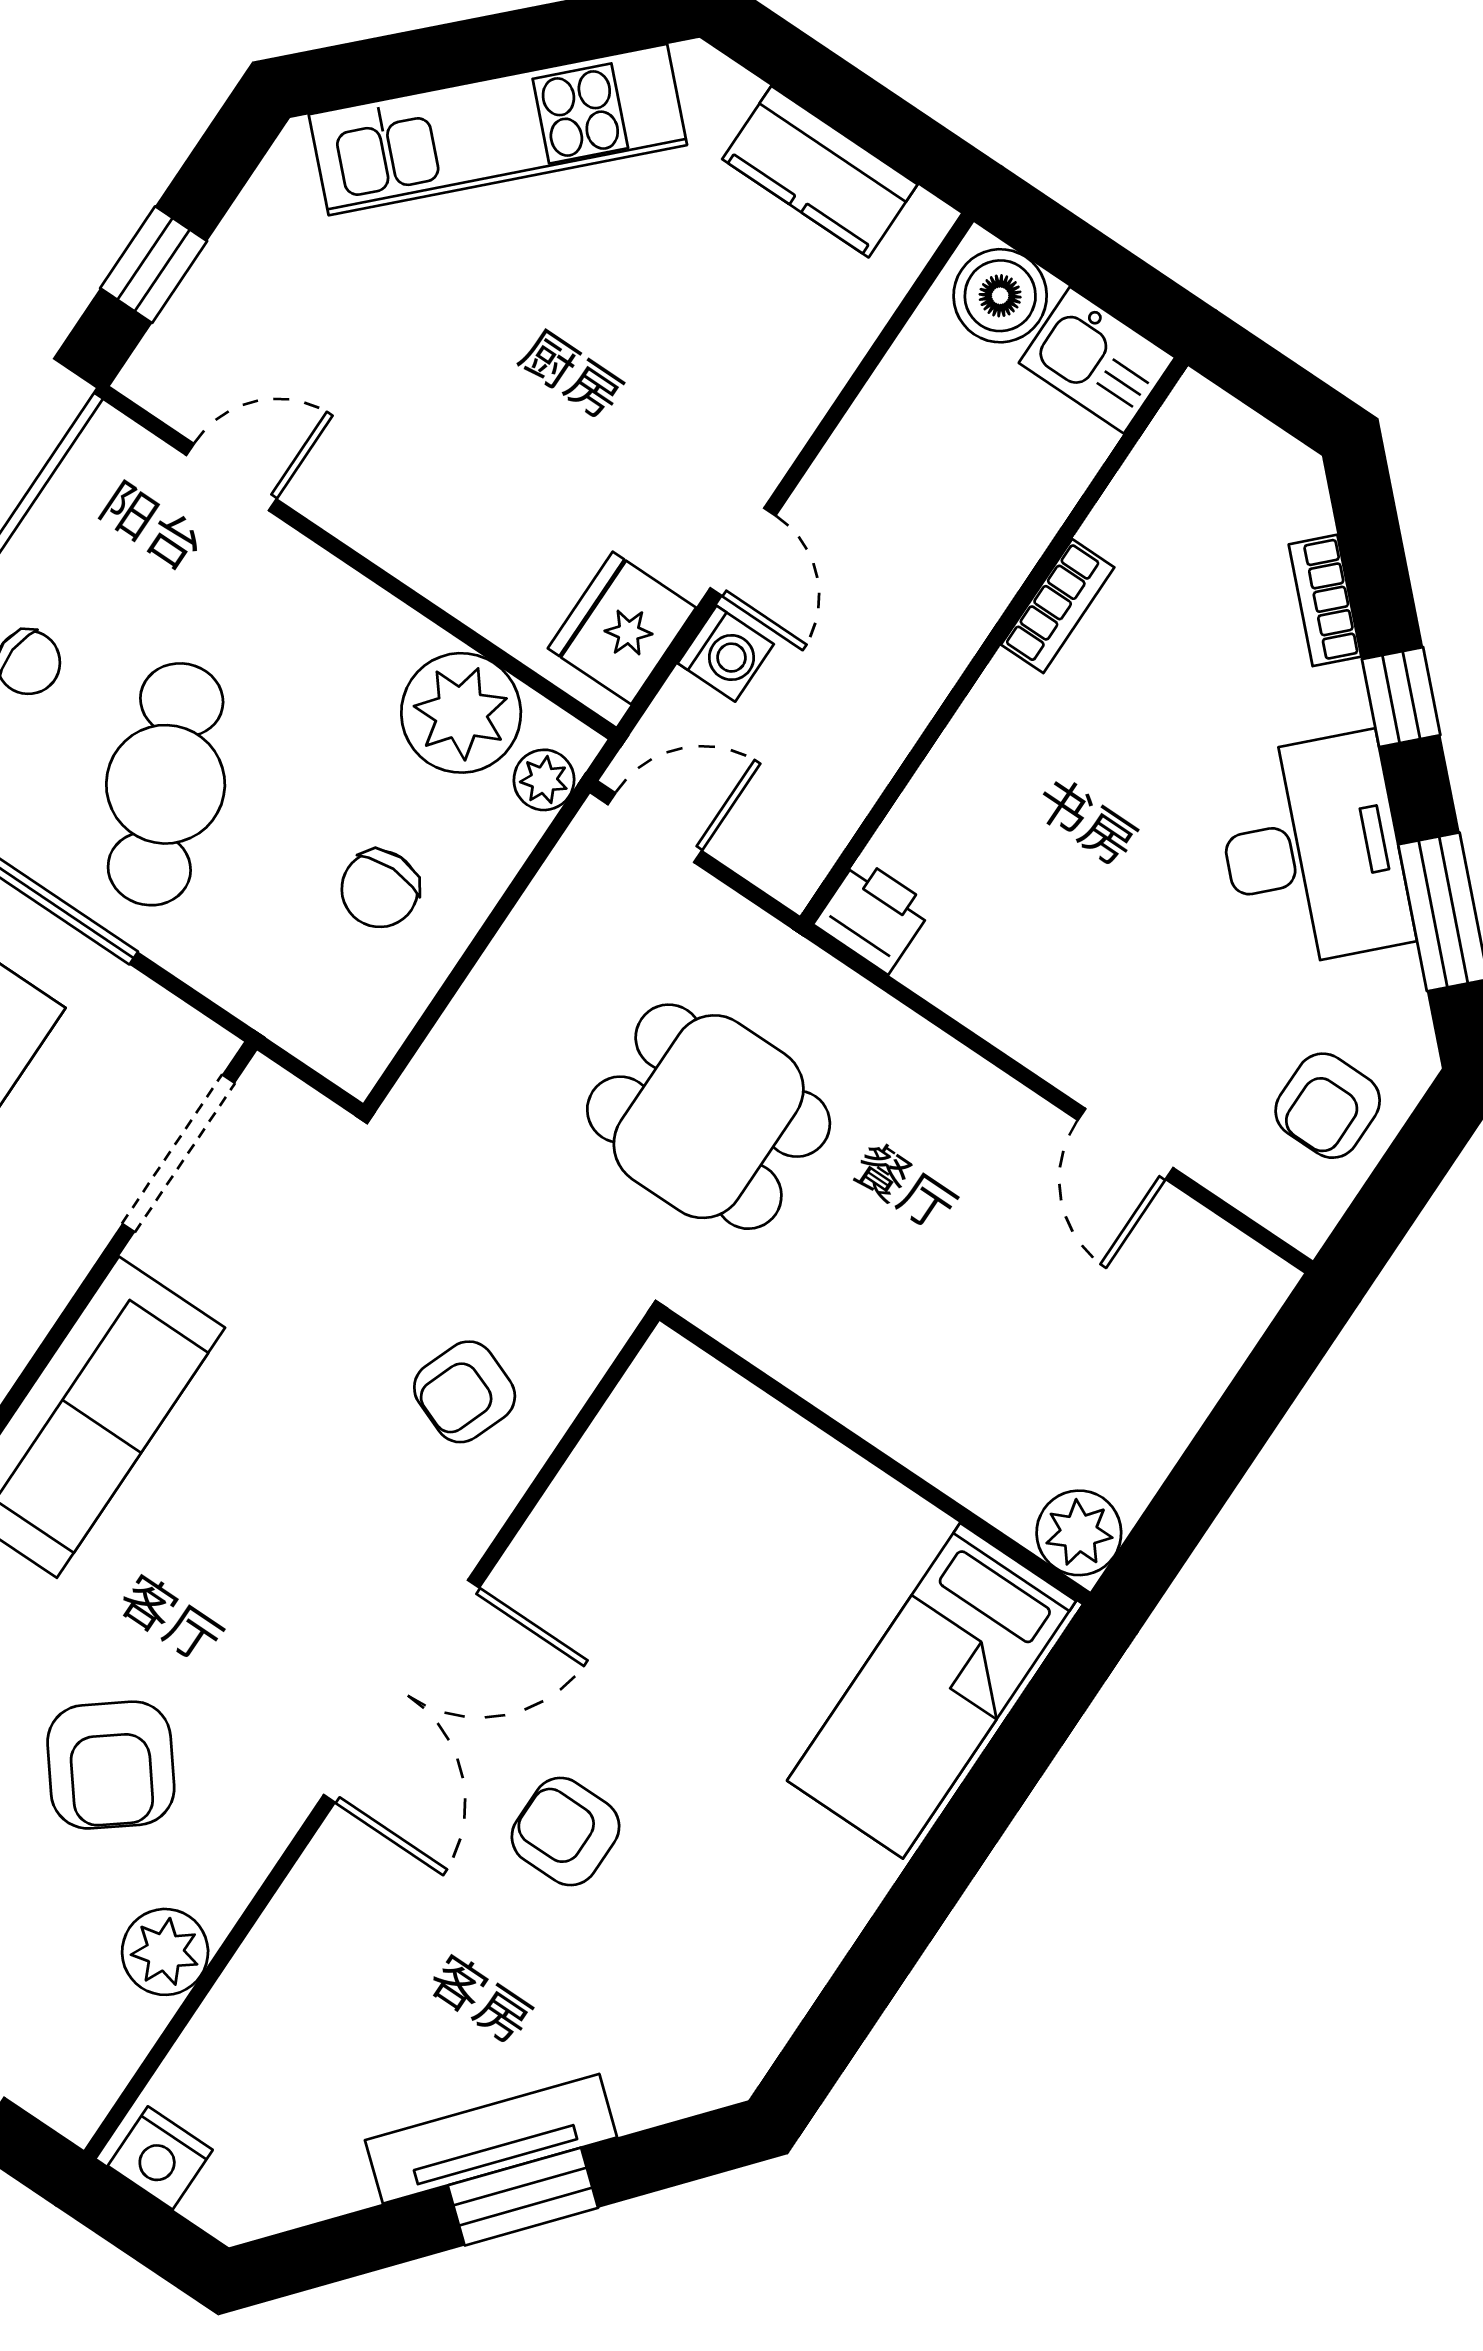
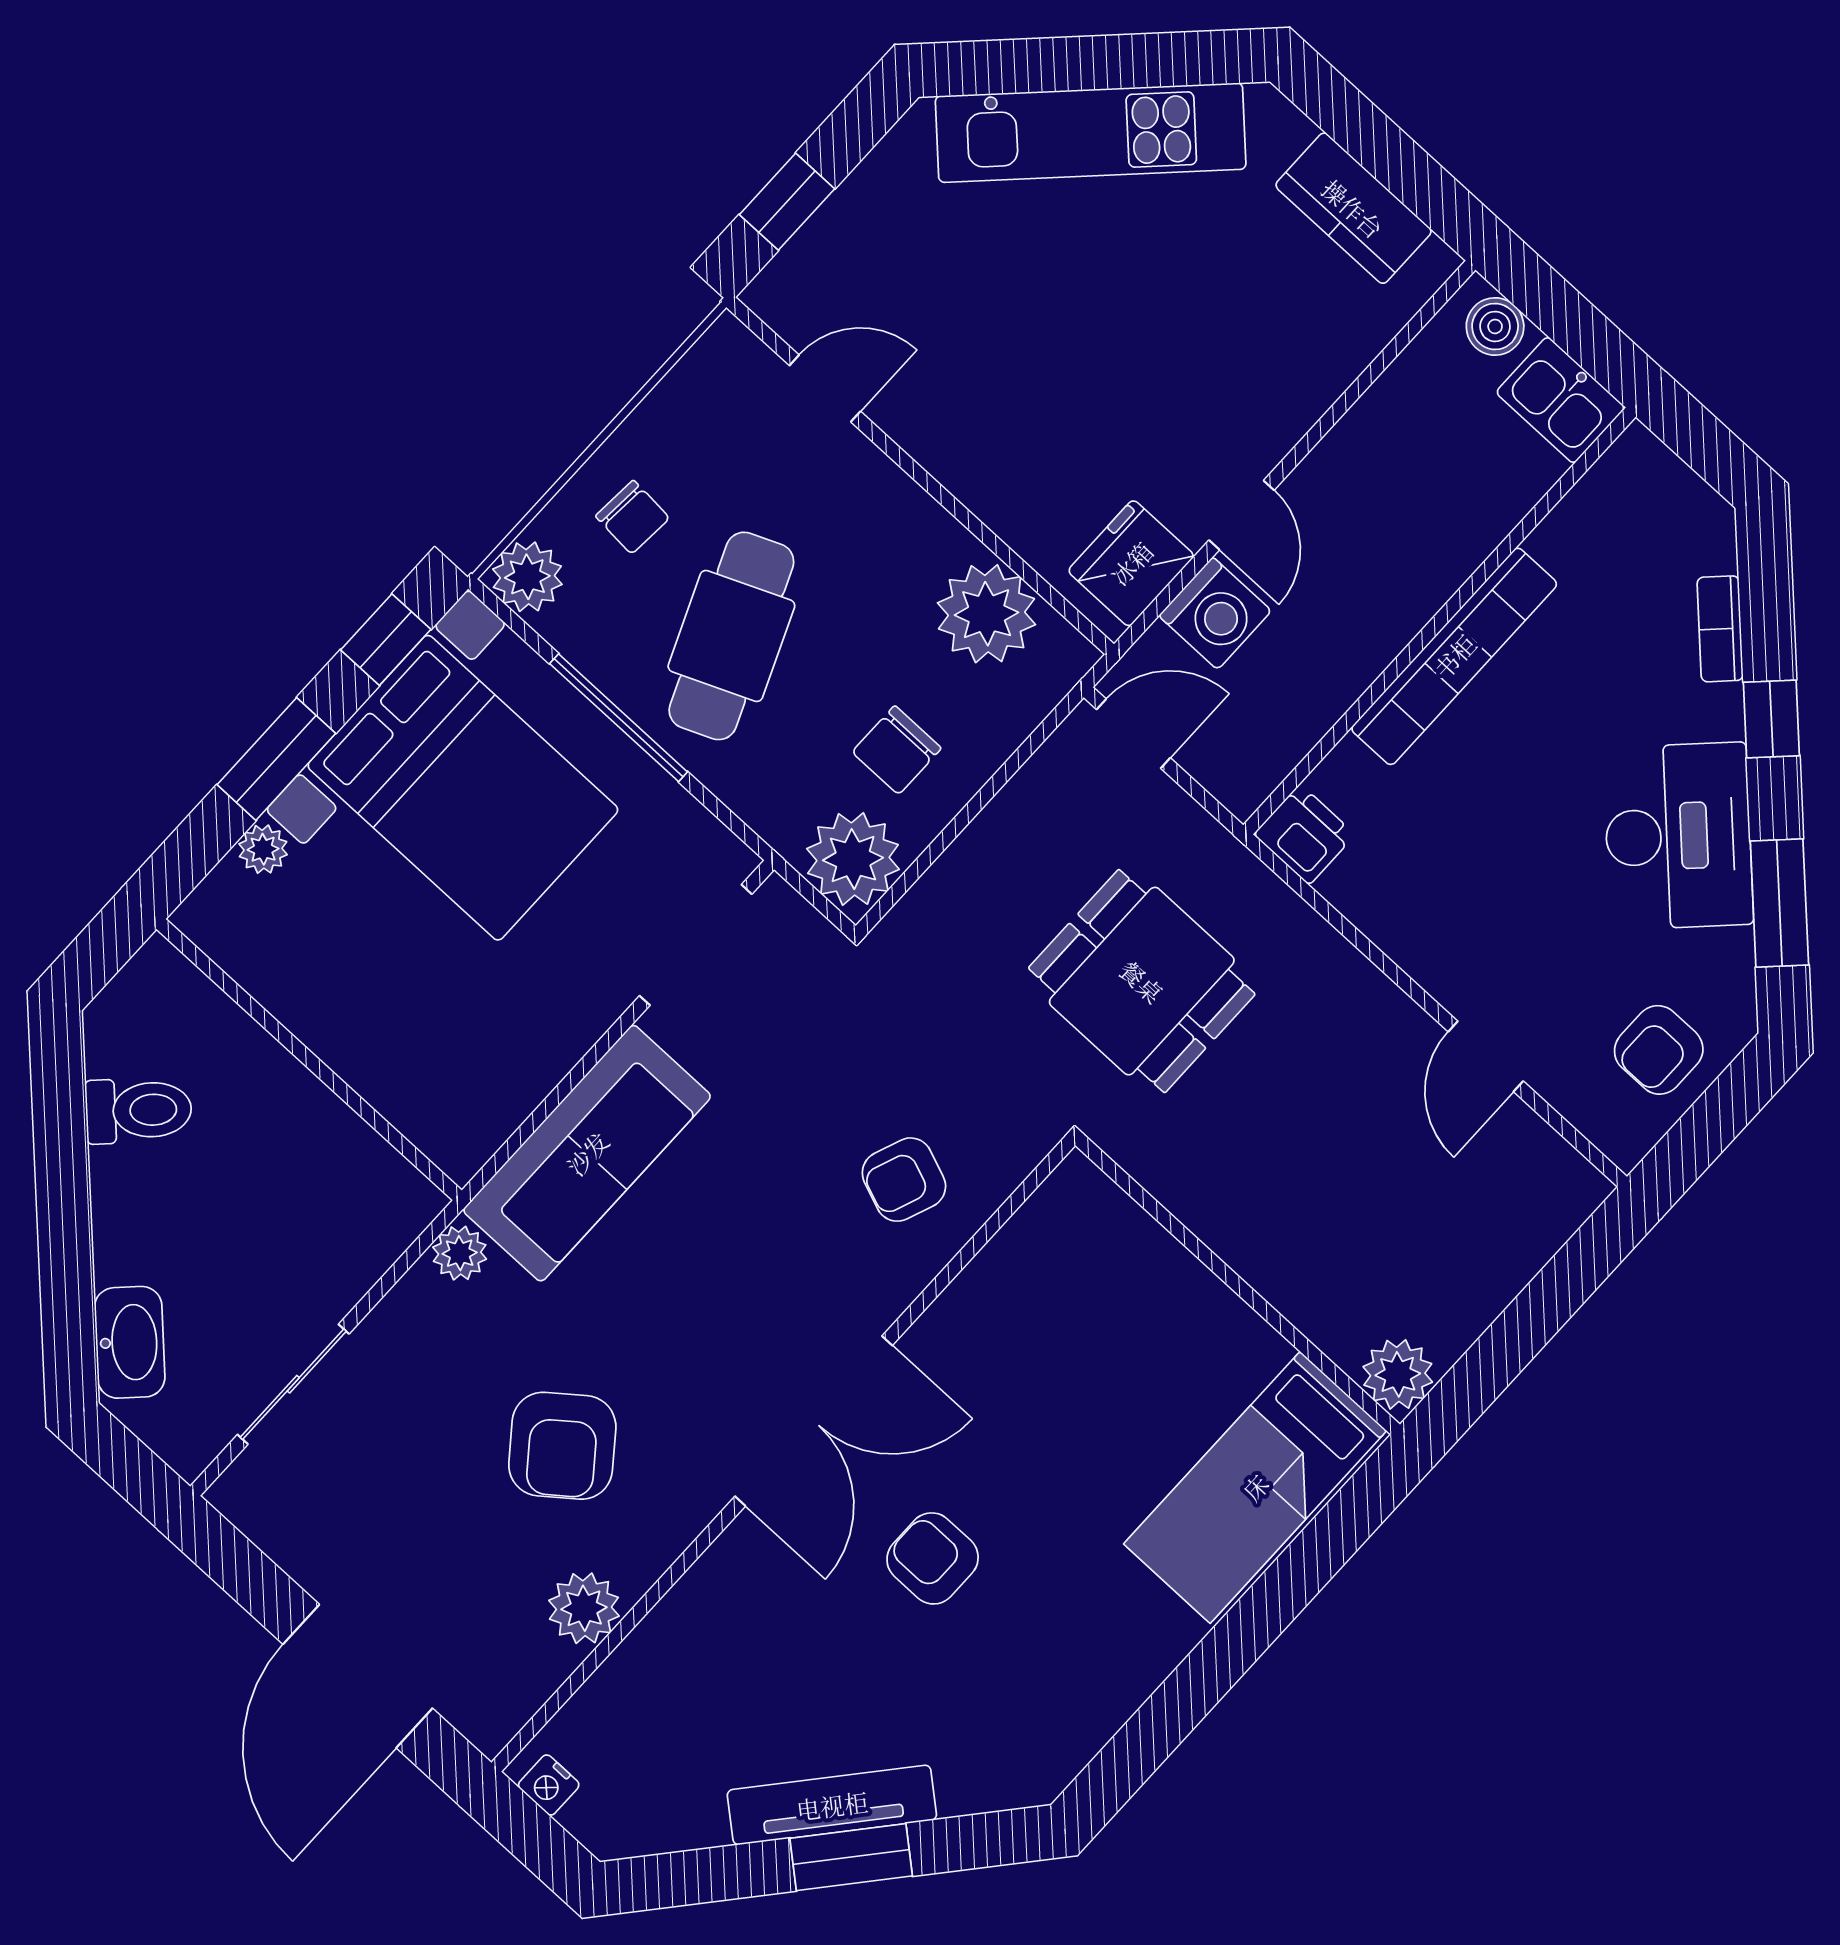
boiler: (1000, 296) -> (1495, 326), width x0.73, depth x0.73
bookcase: (1058, 606) -> (1454, 656), width x2.31, depth x1.31
washing machine: (726, 654) -> (1215, 613), width x1.38, depth x1.38
plant: (544, 780) -> (853, 859), moved, width x1.87, depth x1.87
nightstand: (160, 2158) -> (549, 1785), width x0.72, depth x0.74

